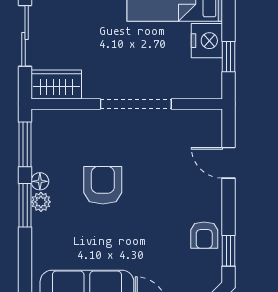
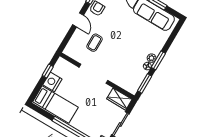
door: (228, 163) -> (78, 20), moved
coffee table: (170, 166) -> (95, 43), added
armchair: (103, 185) -> (124, 50), removed

